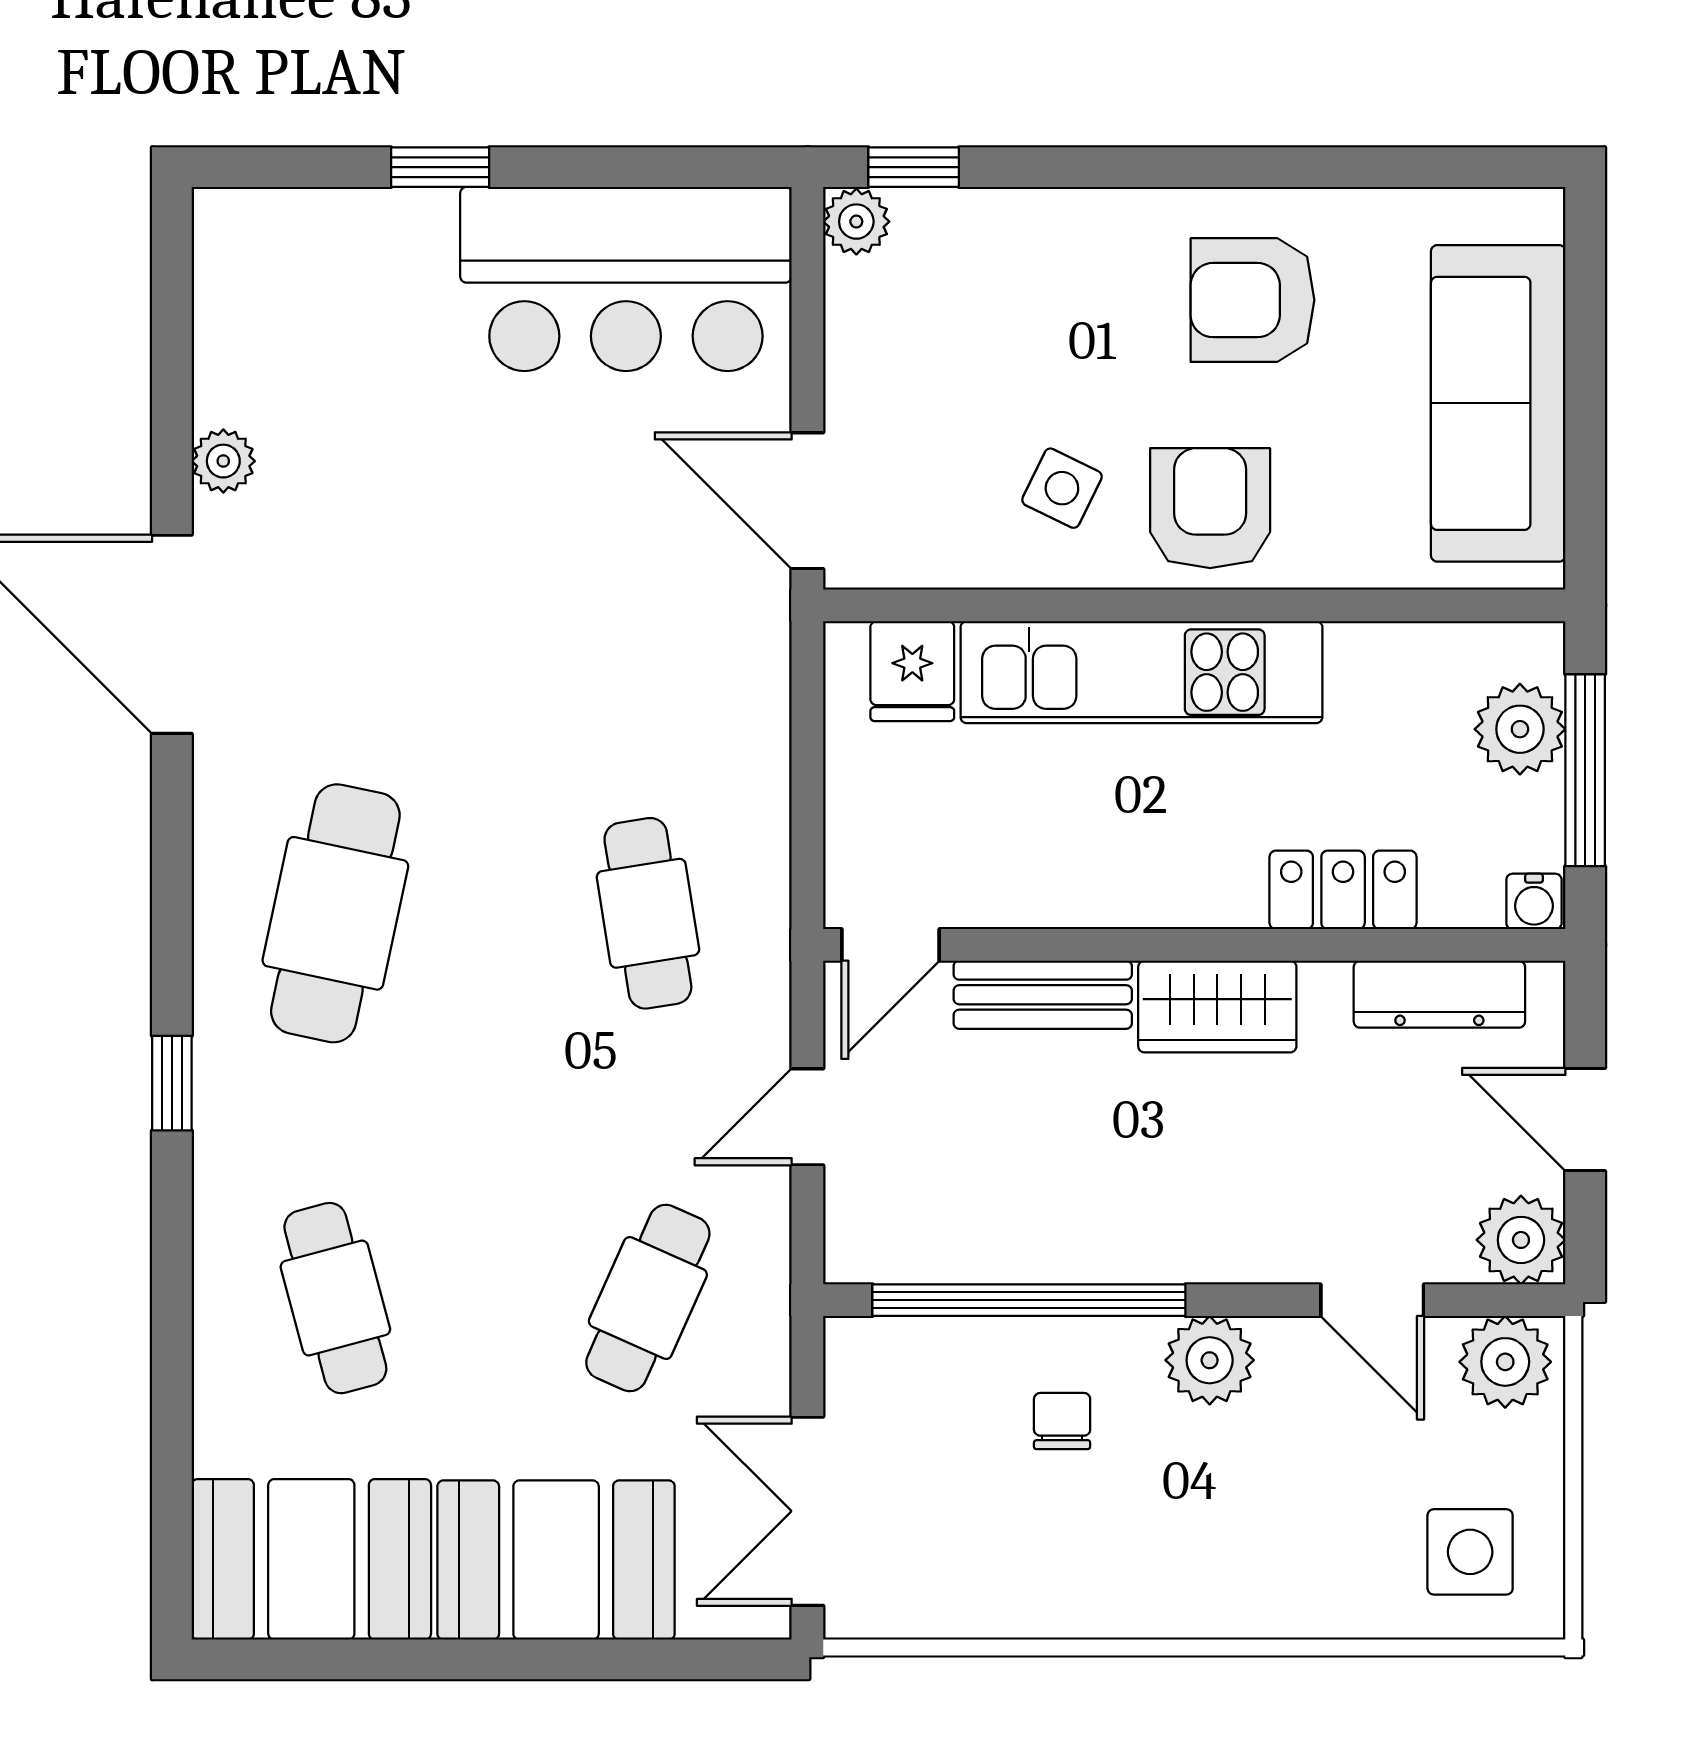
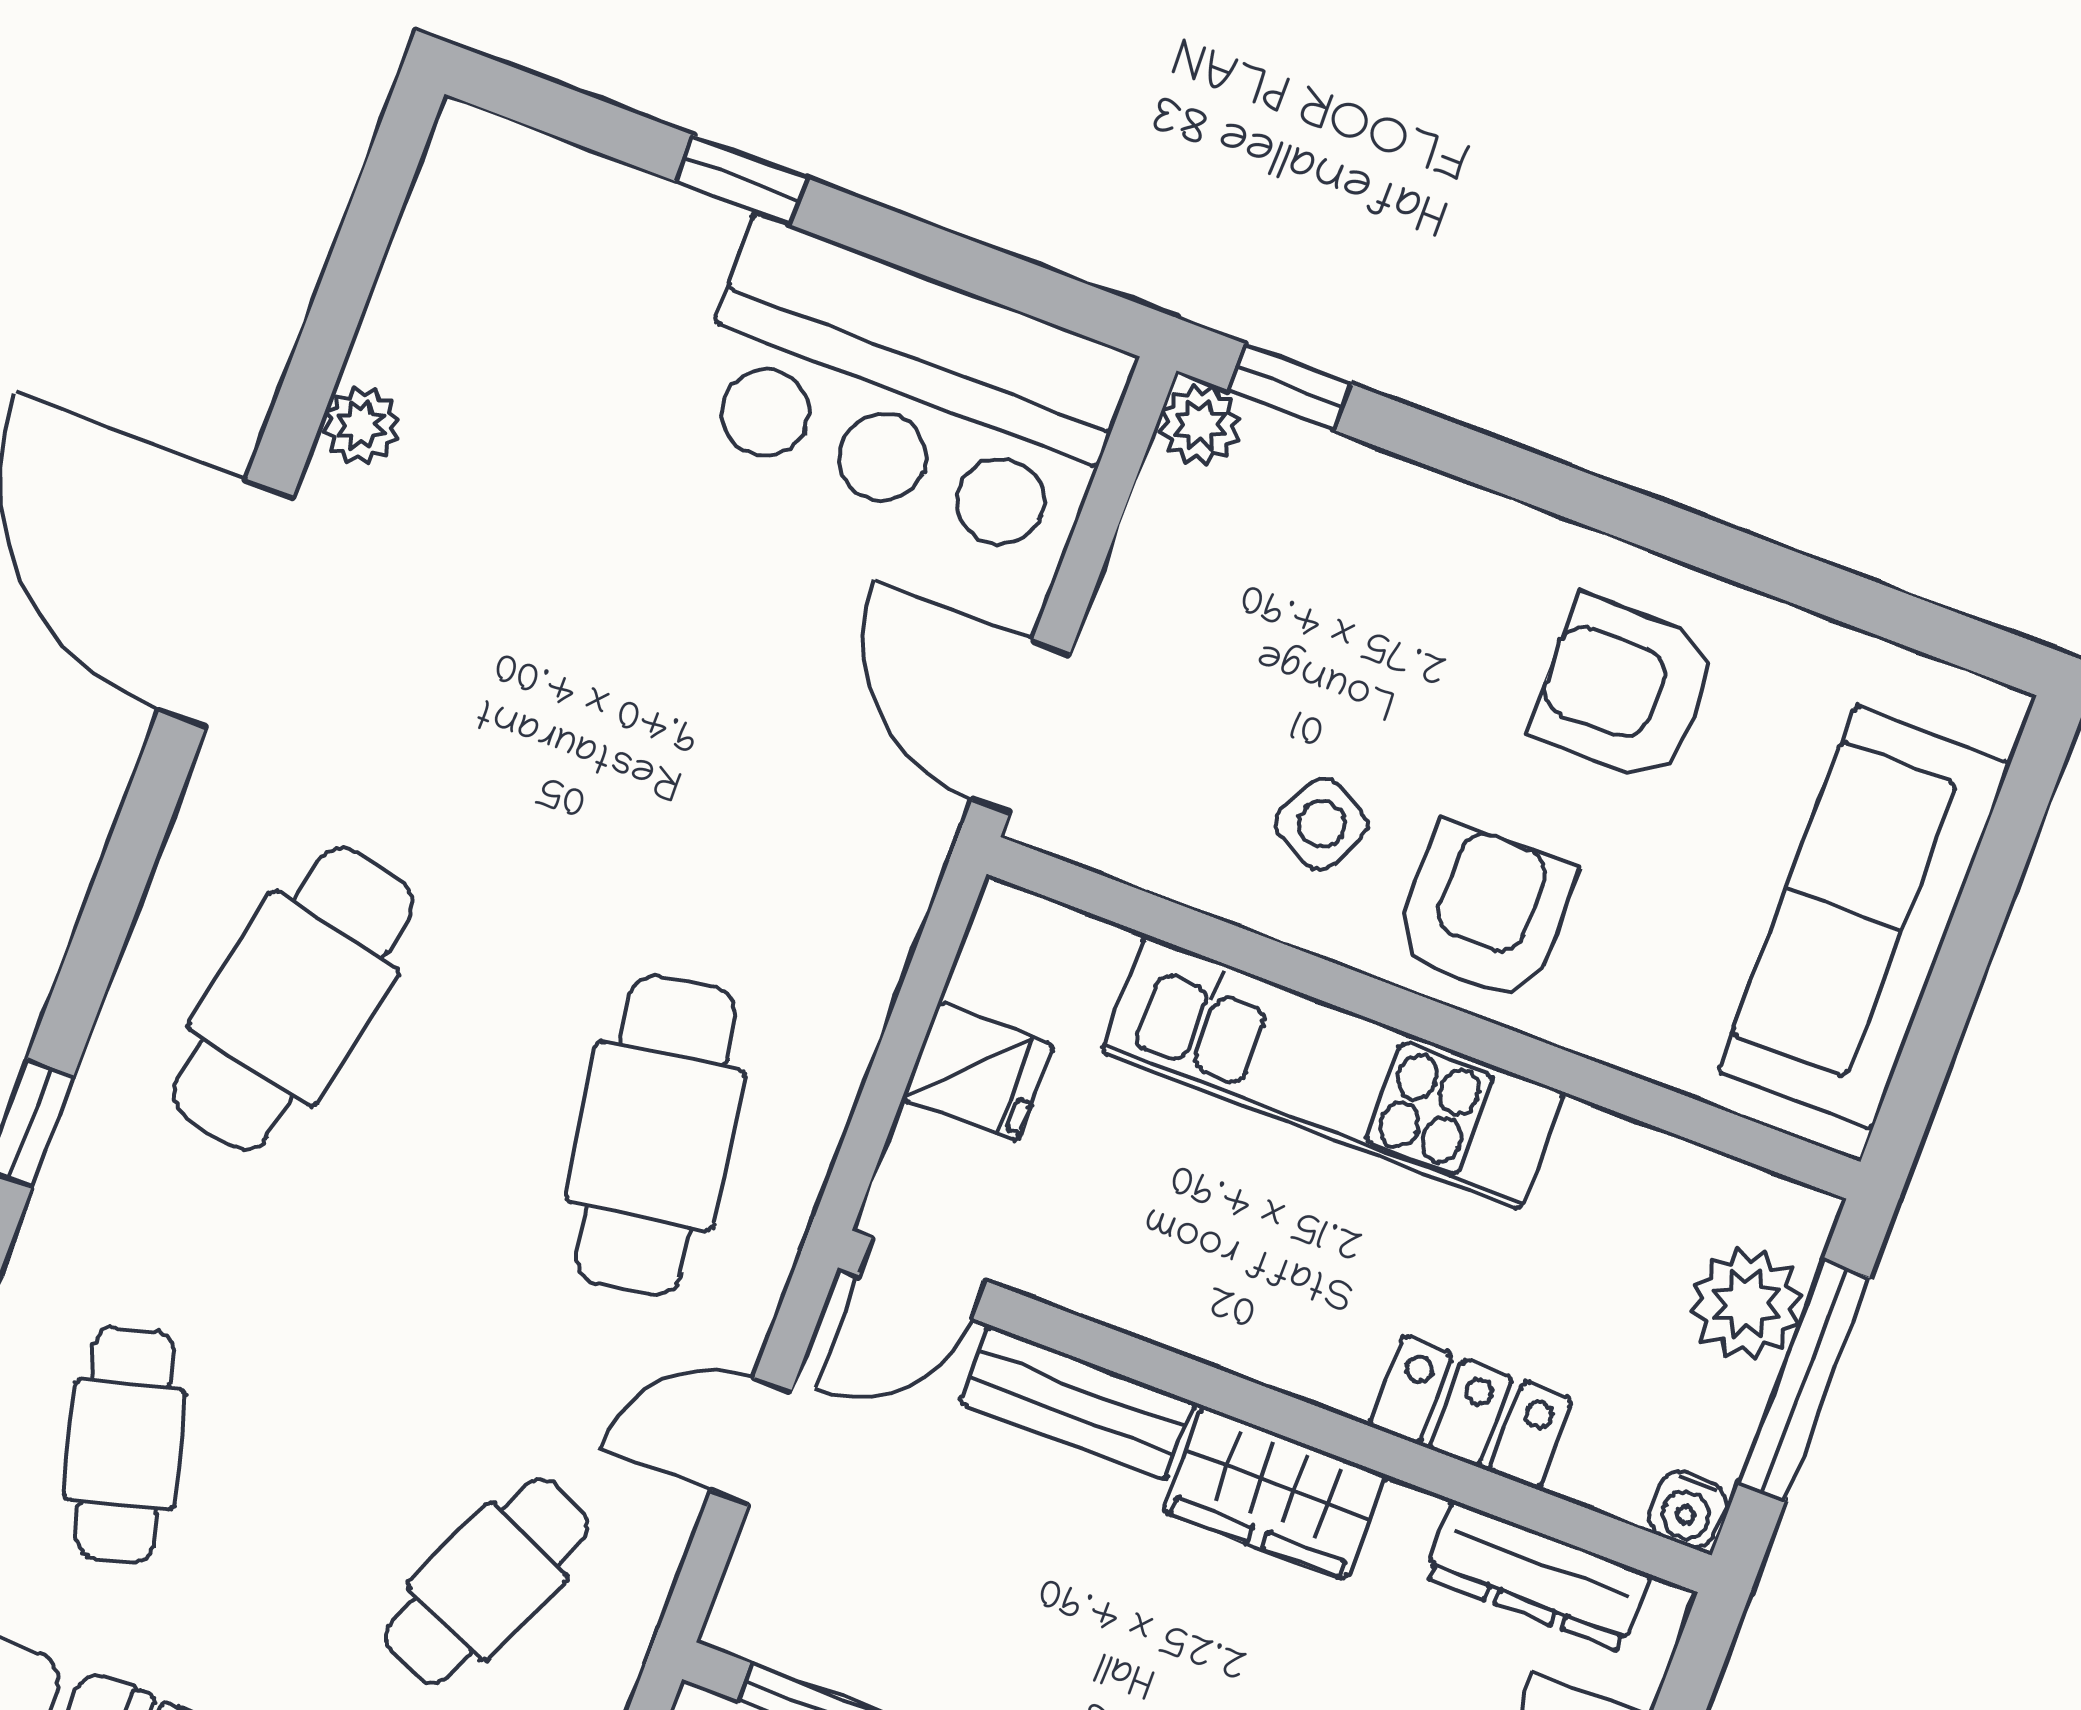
fridge: (912, 671) -> (978, 1072), moved, turned -90
cafe table: (648, 913) -> (655, 1135), width x1.37, depth x1.35

